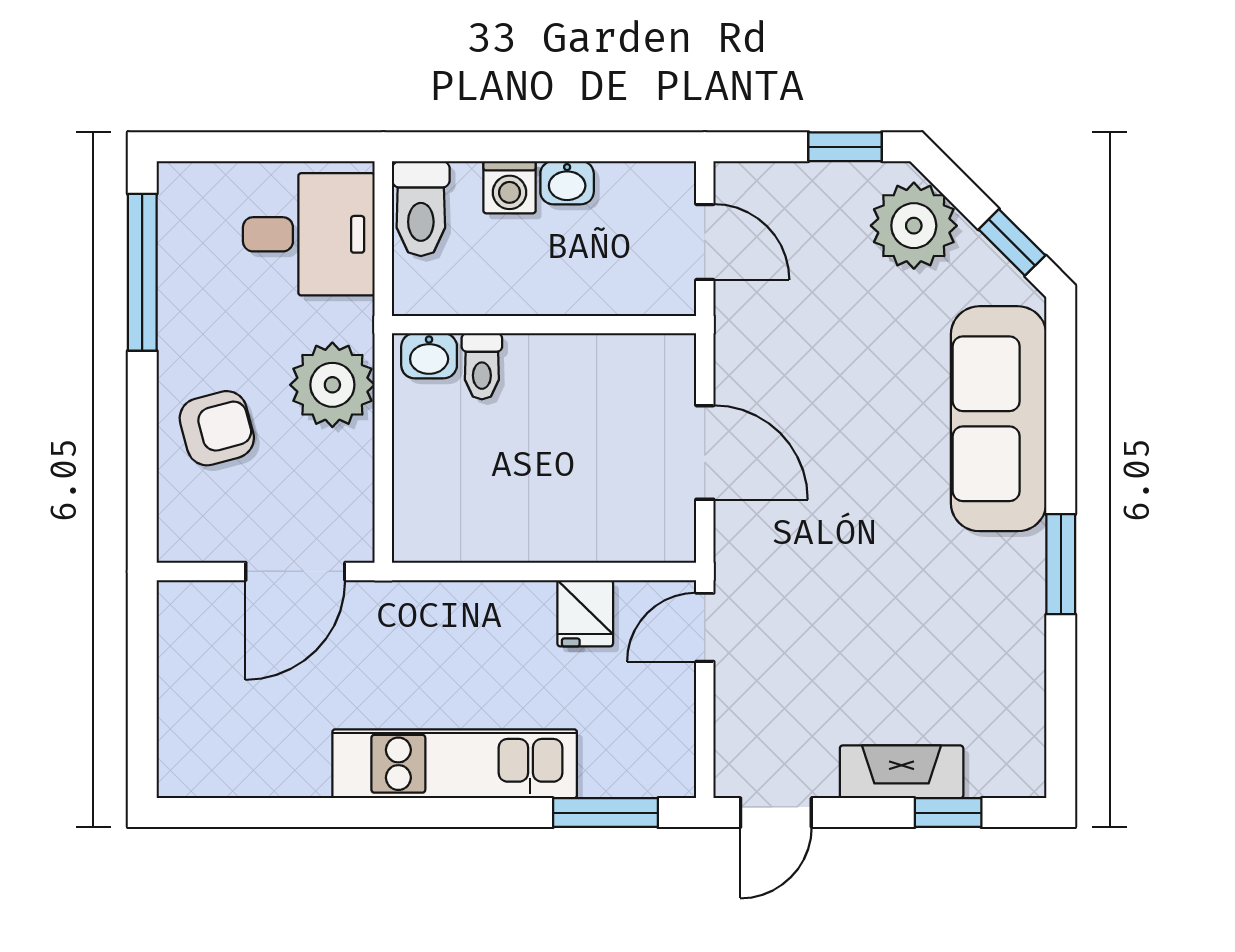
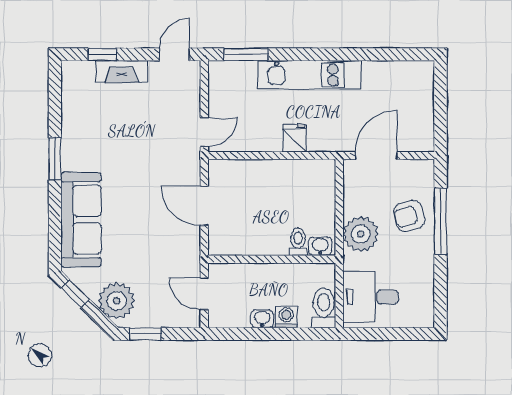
window: (142, 272) -> (441, 221), moved
fridge: (585, 613) -> (295, 138), moved

